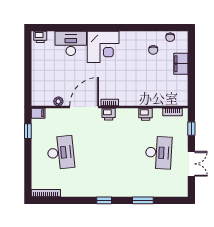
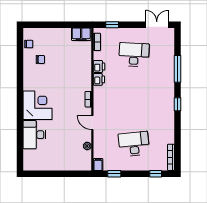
printer: (40, 37) -> (28, 163), removed
filing cabinet: (181, 64) -> (81, 34), moved
door: (84, 107) -> (92, 123), width x0.53
printer: (109, 114) -> (99, 79), moved
double door: (191, 164) -> (157, 25), moved
window: (28, 176) -> (156, 174), added
window: (143, 200) -> (177, 69), width x1.44

